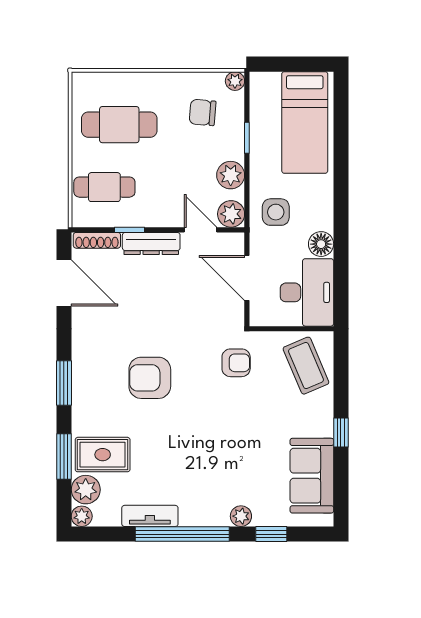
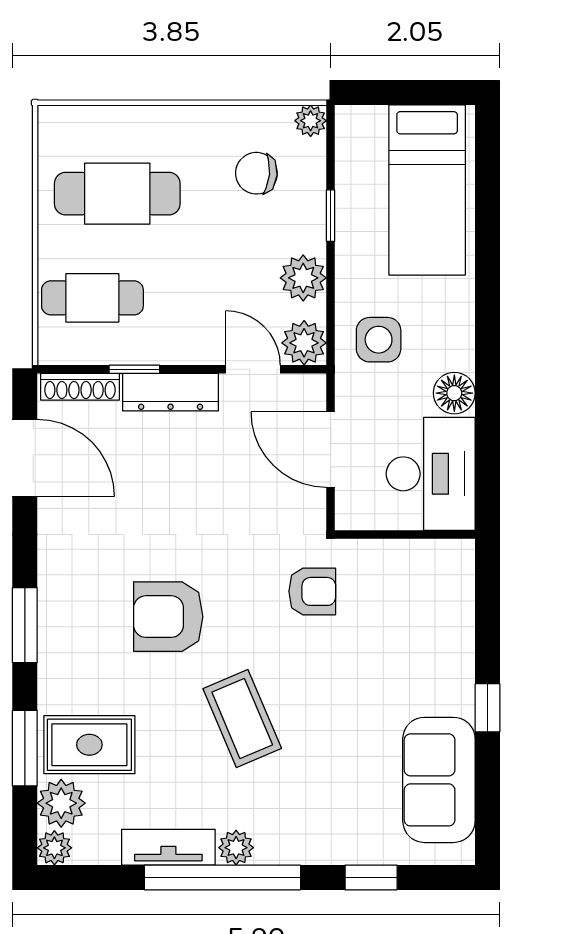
coffee table: (306, 366) -> (242, 719), moved
plant: (241, 516) -> (236, 848), moved

